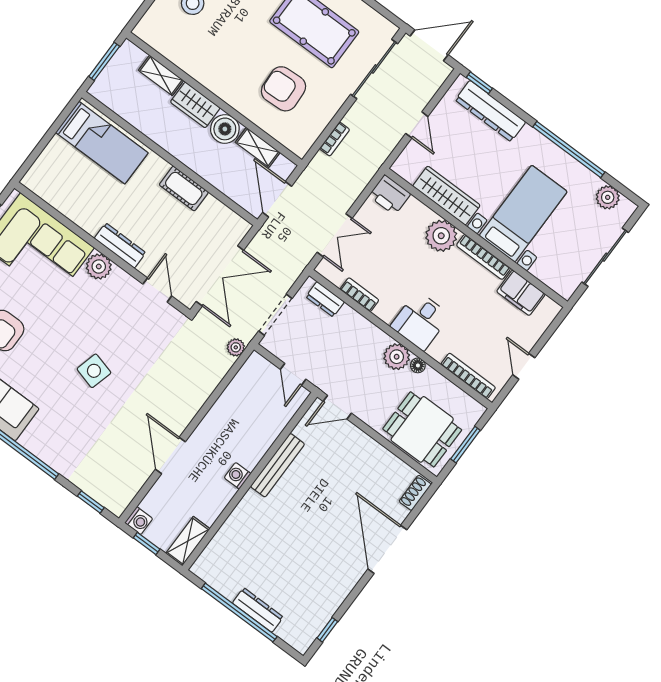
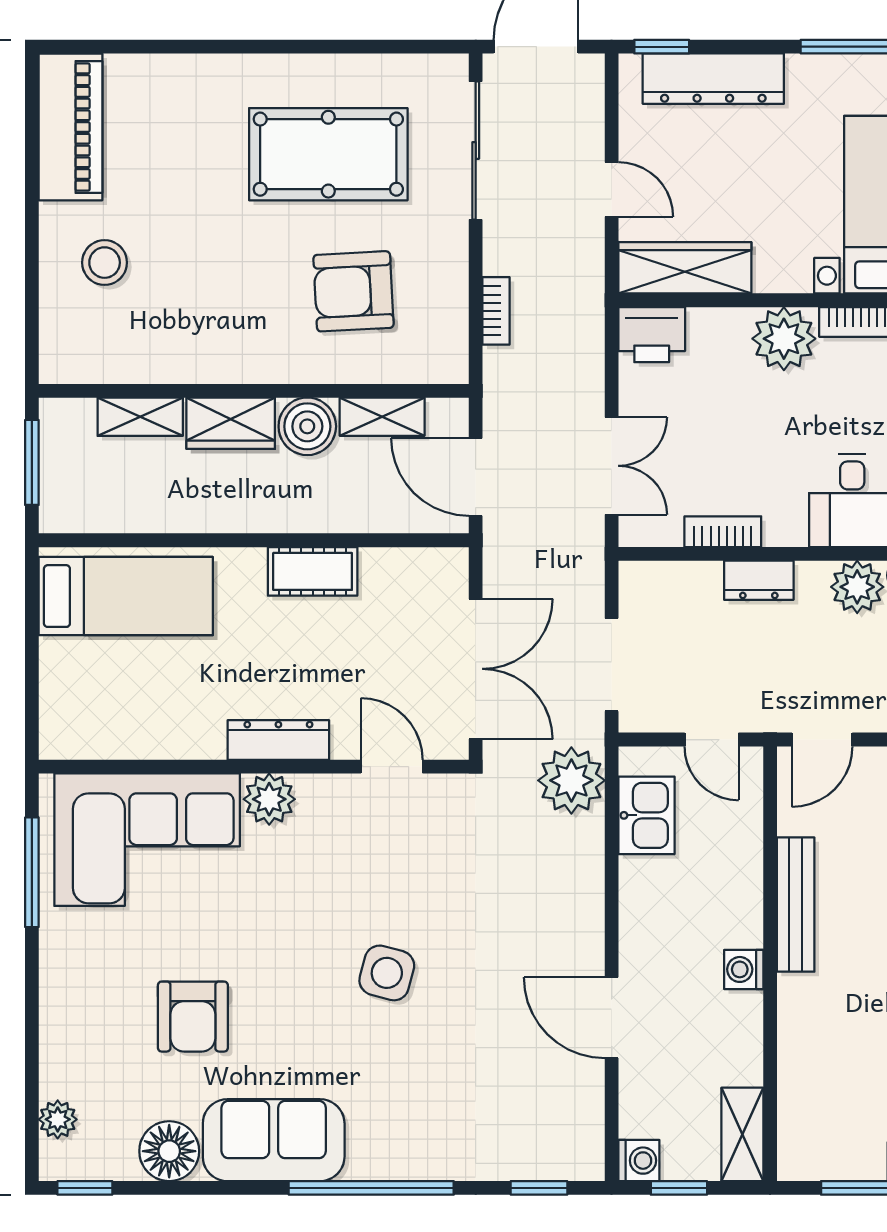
wardrobe: (446, 196) -> (685, 268), moved
dresser: (325, 299) -> (759, 580), moved
plant: (236, 347) -> (571, 780), width x1.87, depth x1.87
kitchen sink: (245, 385) -> (646, 815), added

